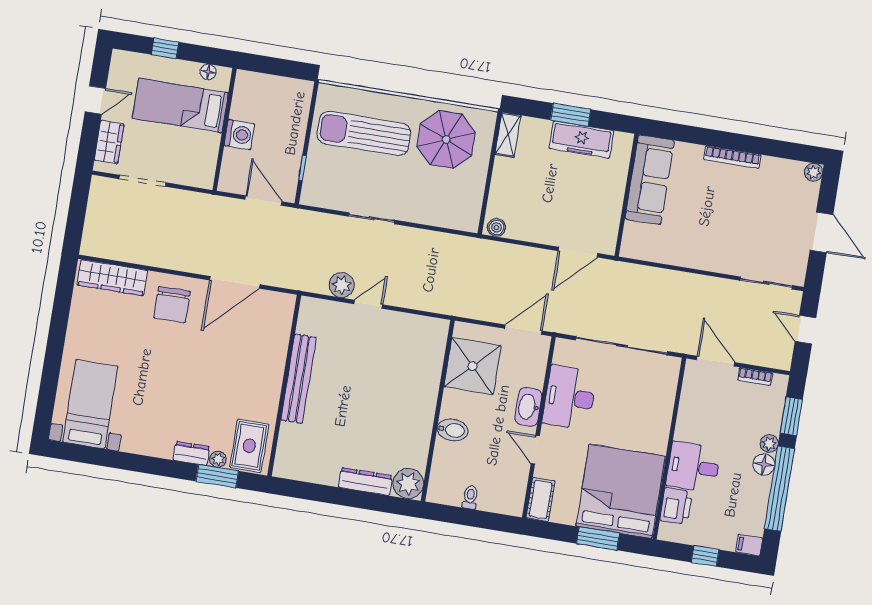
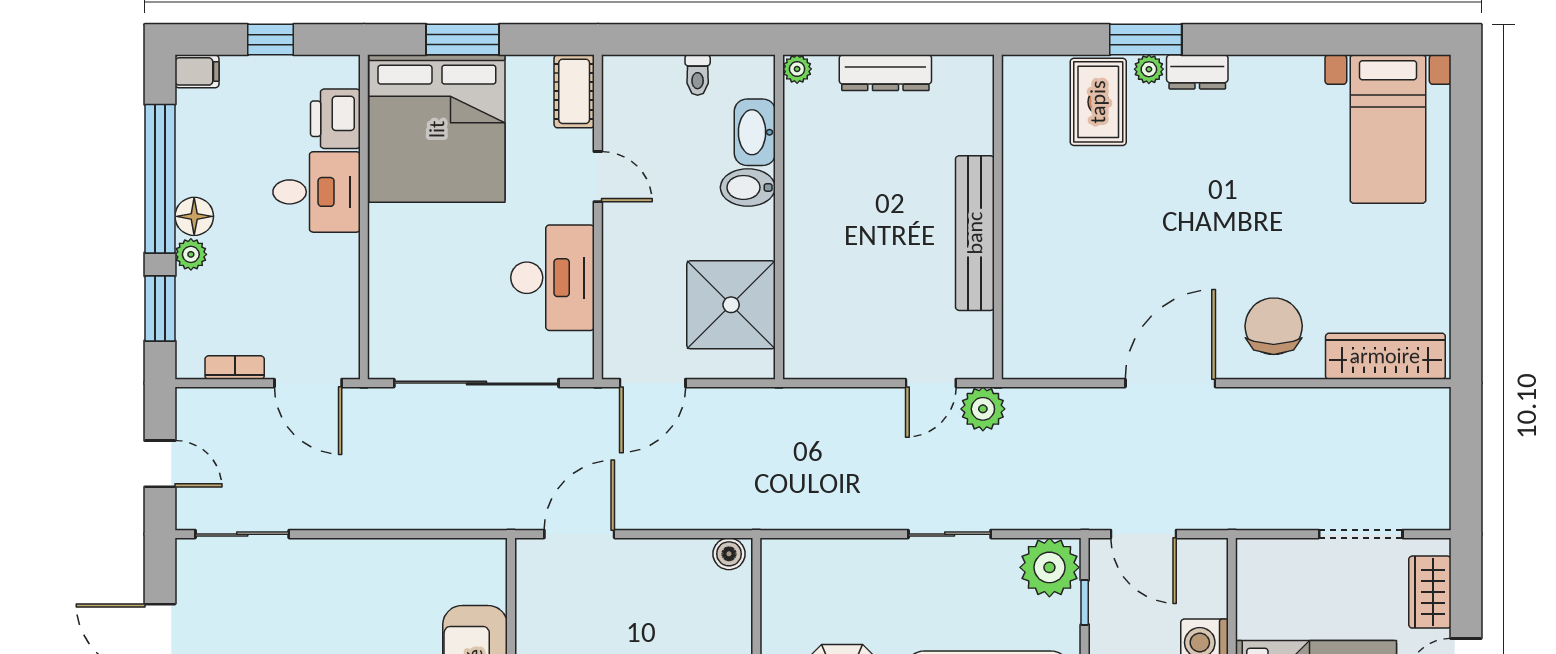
plant: (319, 191) -> (1049, 567), added
bench: (298, 379) -> (975, 233), moved
wall: (284, 386) -> (998, 217), moved
washbasin: (528, 407) -> (755, 132), moved, turned 180
plant: (408, 483) -> (797, 69), width x0.53, depth x0.53

